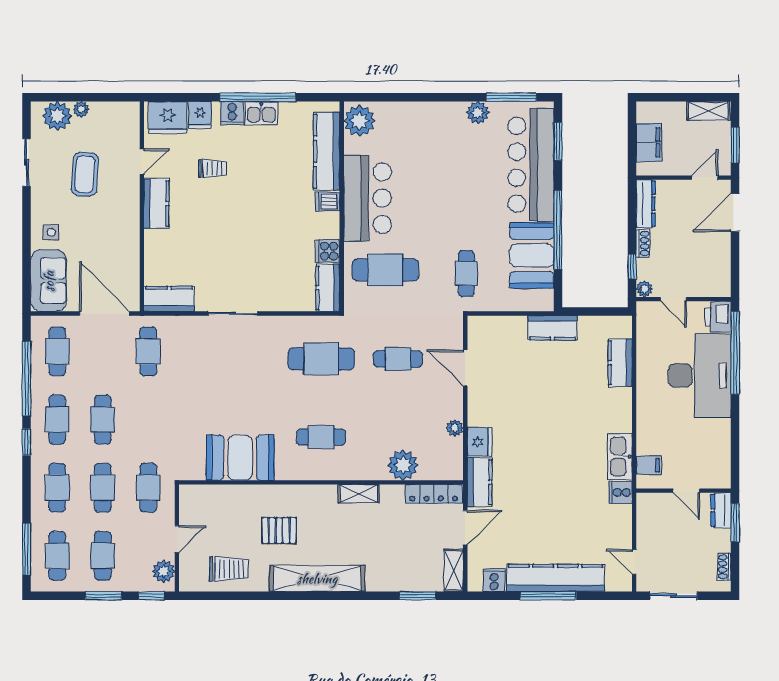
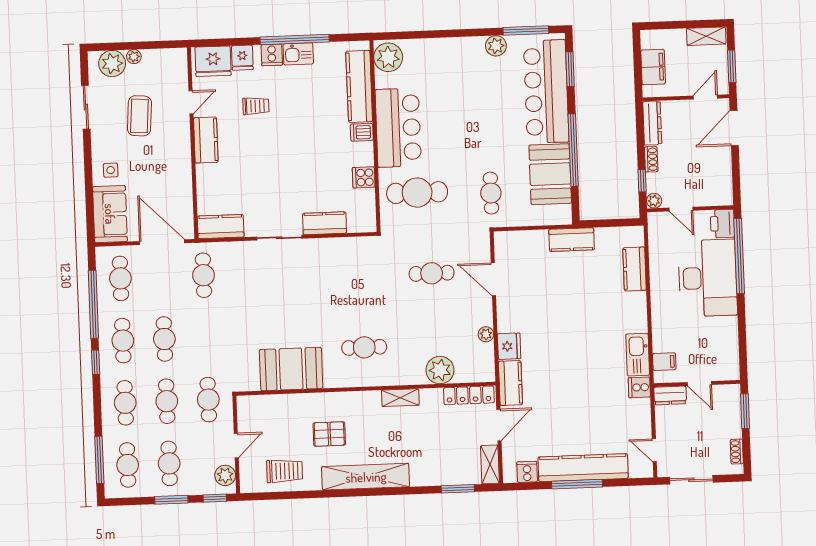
kitchen counter: (328, 288) -> (325, 223), moved, turned 90
cafe table: (321, 359) -> (361, 276), removed
dresser: (721, 510) -> (670, 395), moved, turned -90

